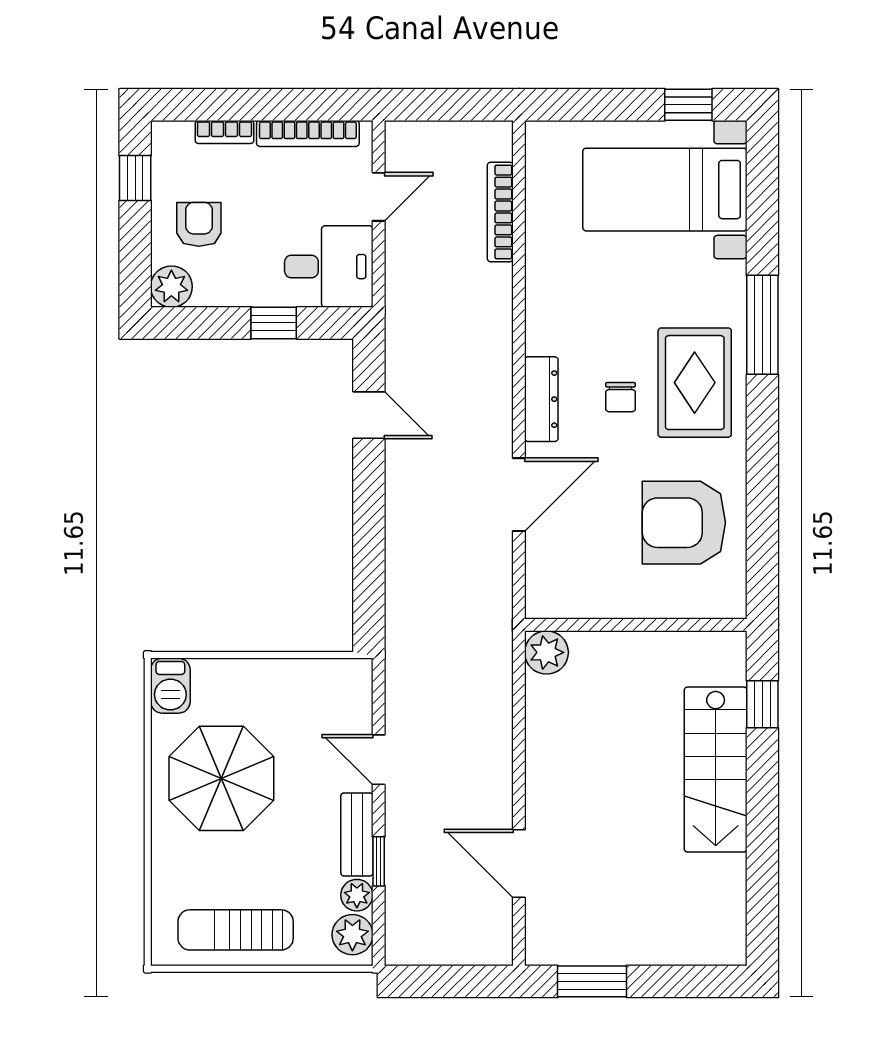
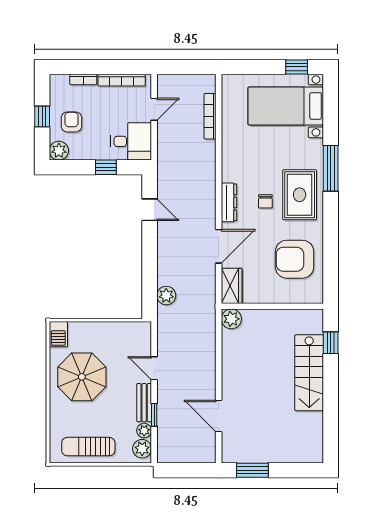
window: (135, 178) -> (42, 116), moved
wardrobe: (547, 581) -> (232, 286), added
plant: (405, 602) -> (166, 296), added

